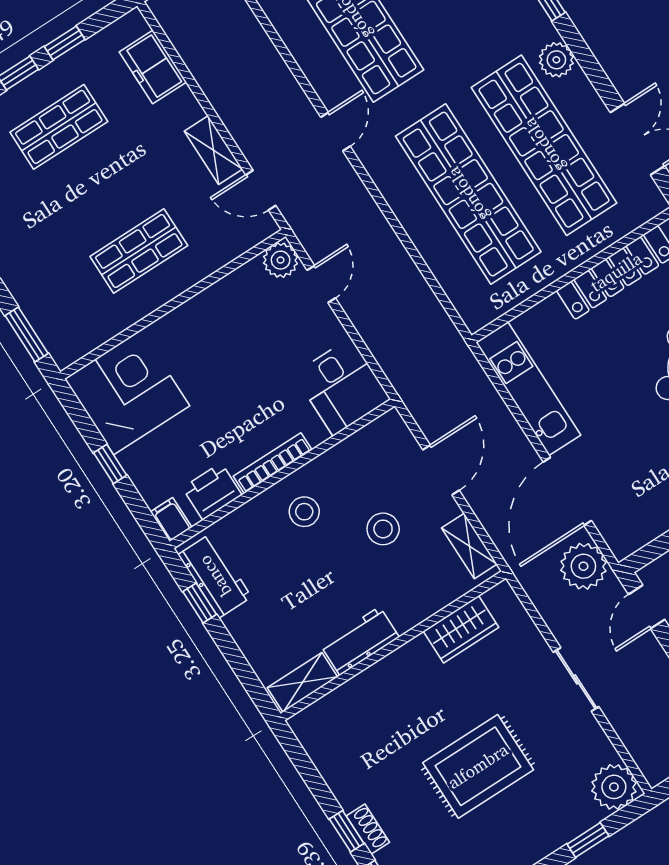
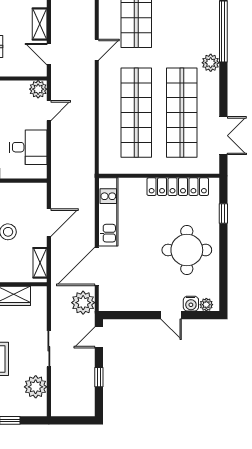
plant: (556, 60) -> (211, 63), moved
desk: (342, 387) -> (28, 147), moved, turned -90
plant: (614, 787) -> (36, 387), moved

